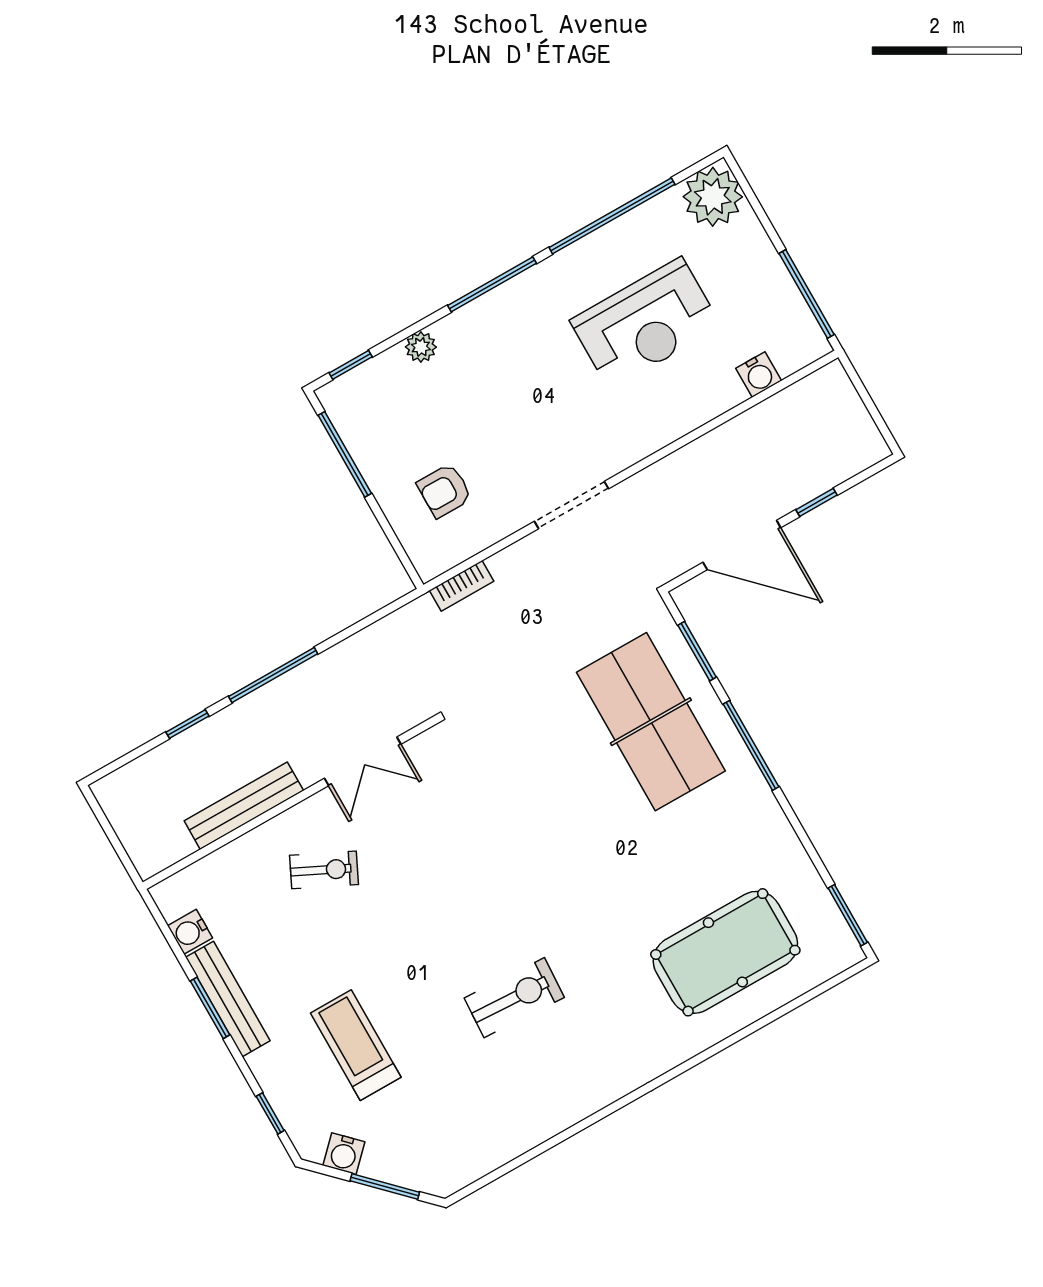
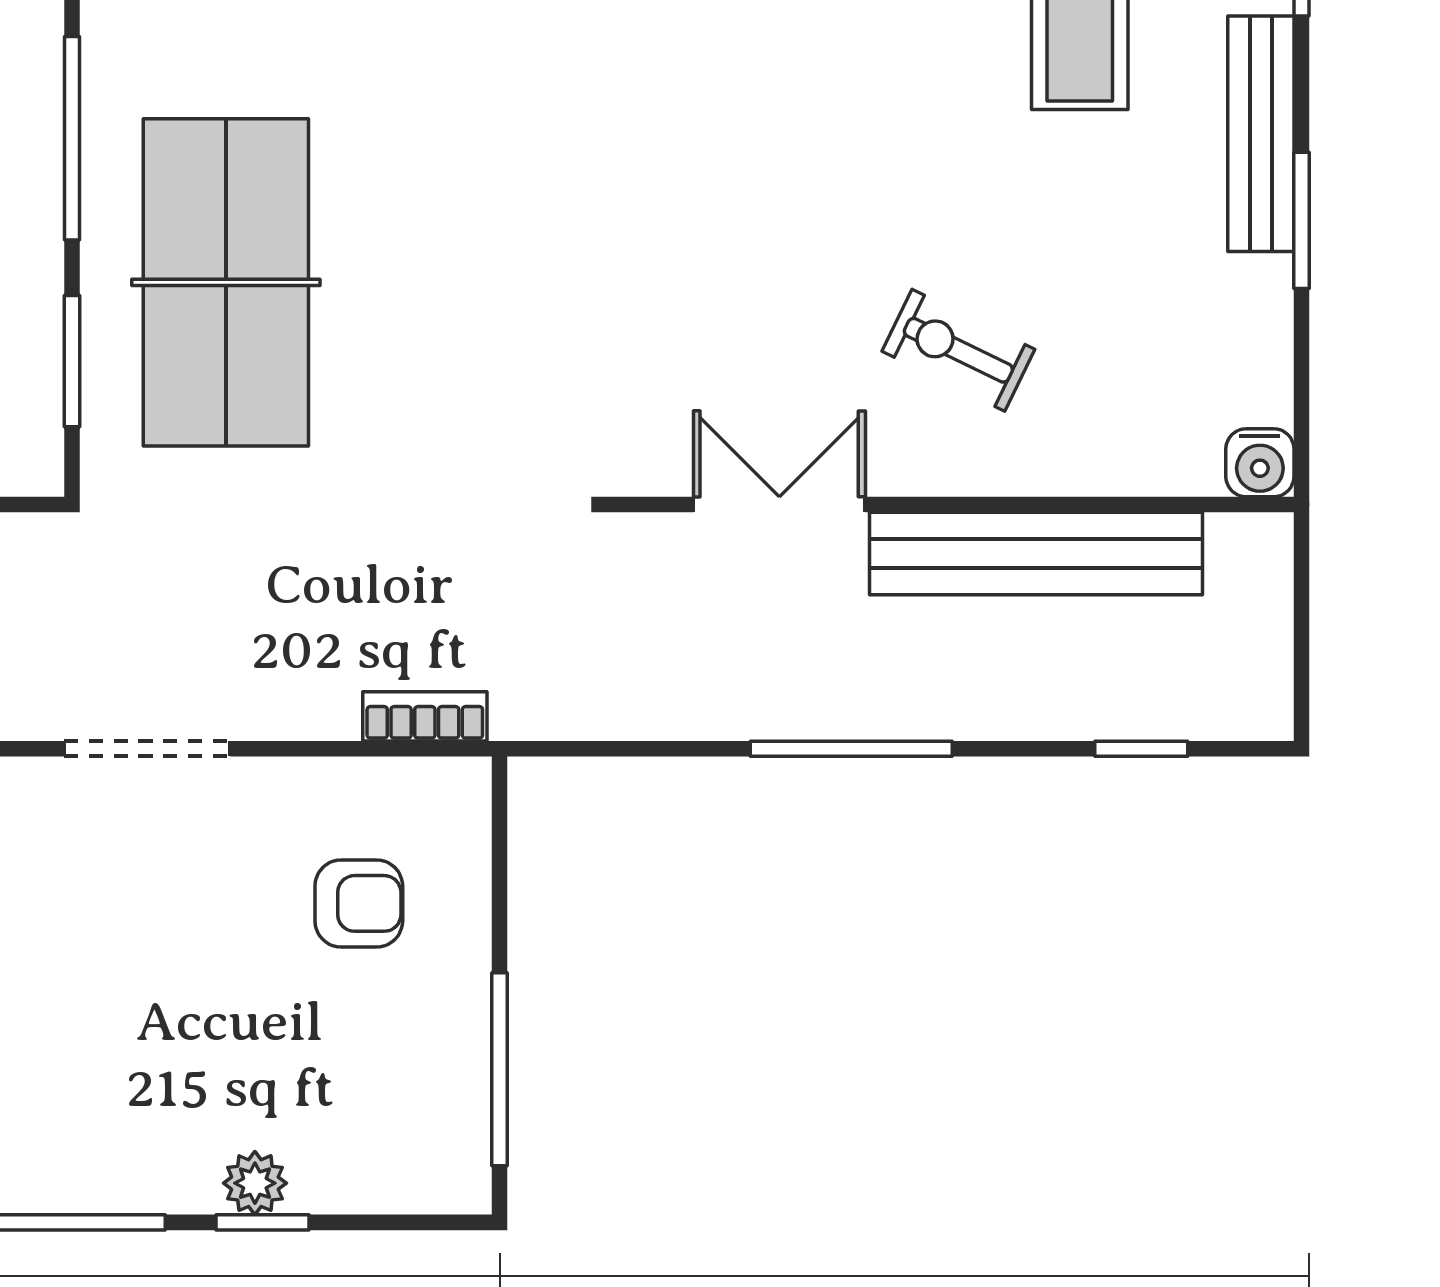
window: (351, 365) -> (262, 1222), moved
window: (187, 724) -> (1141, 749), moved
bench: (244, 806) -> (1036, 553), width x1.37, depth x1.21
water cooler: (190, 932) -> (1260, 463), moved, turned 90
bench: (228, 999) -> (1261, 134), moved

